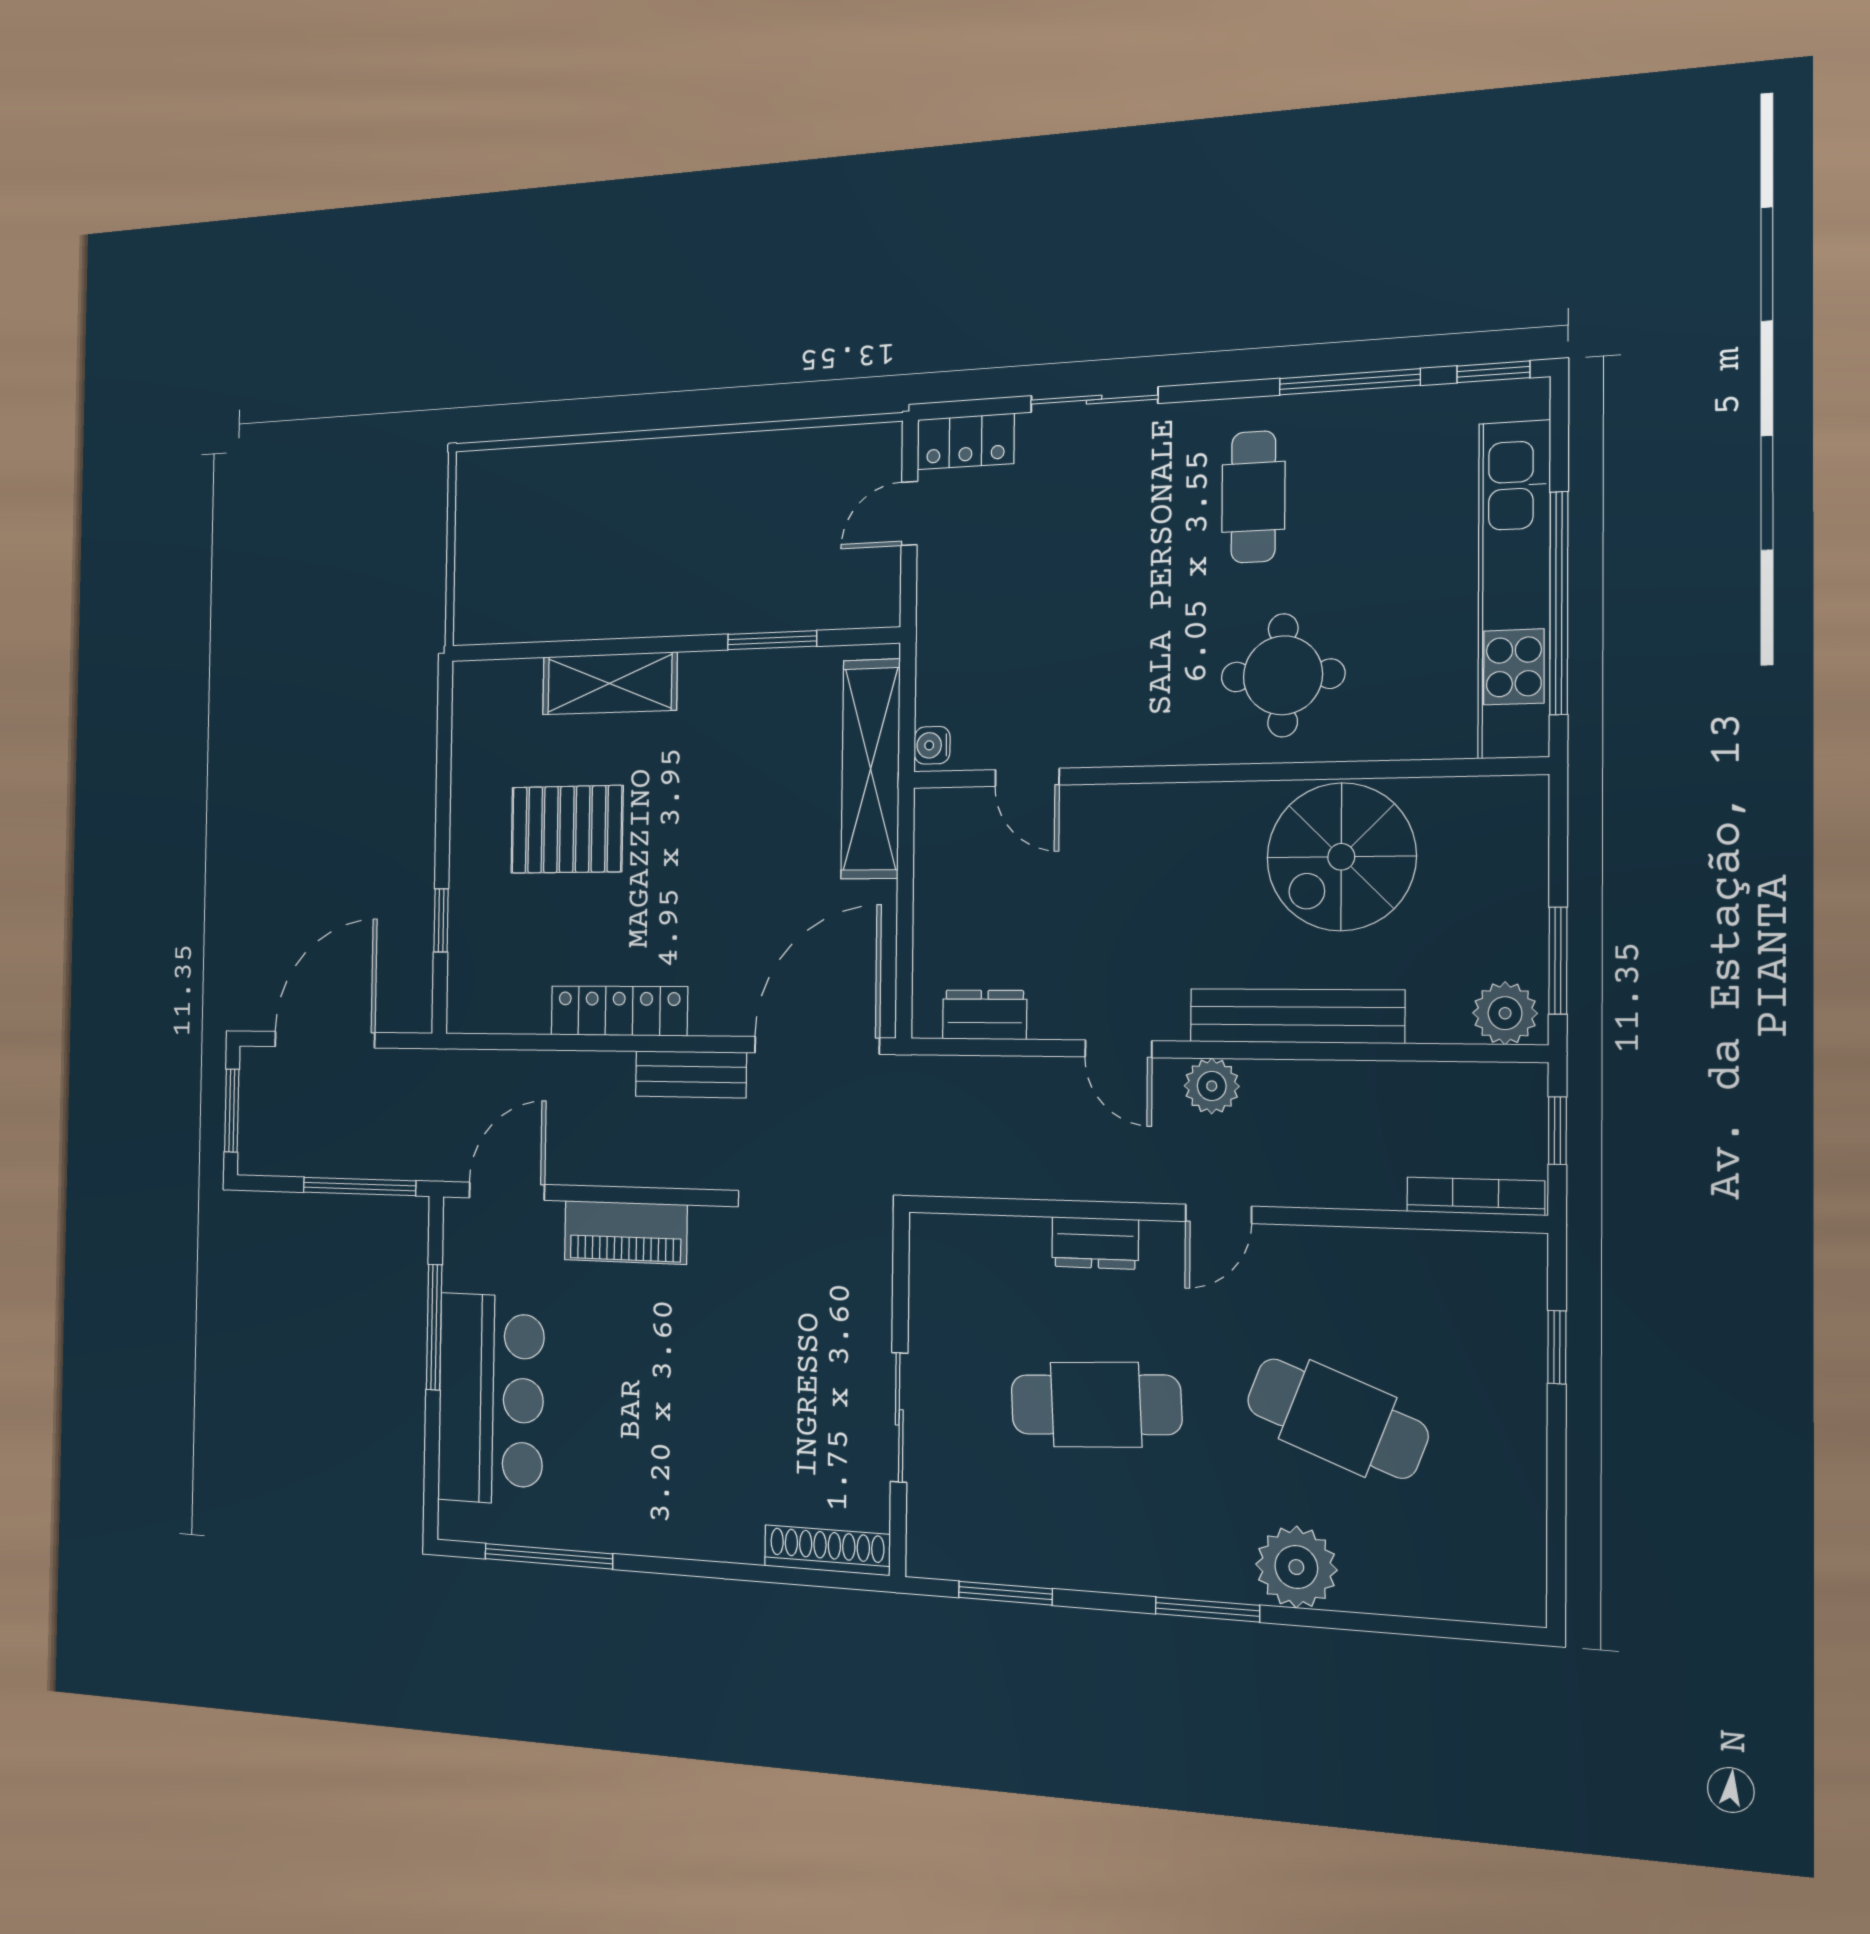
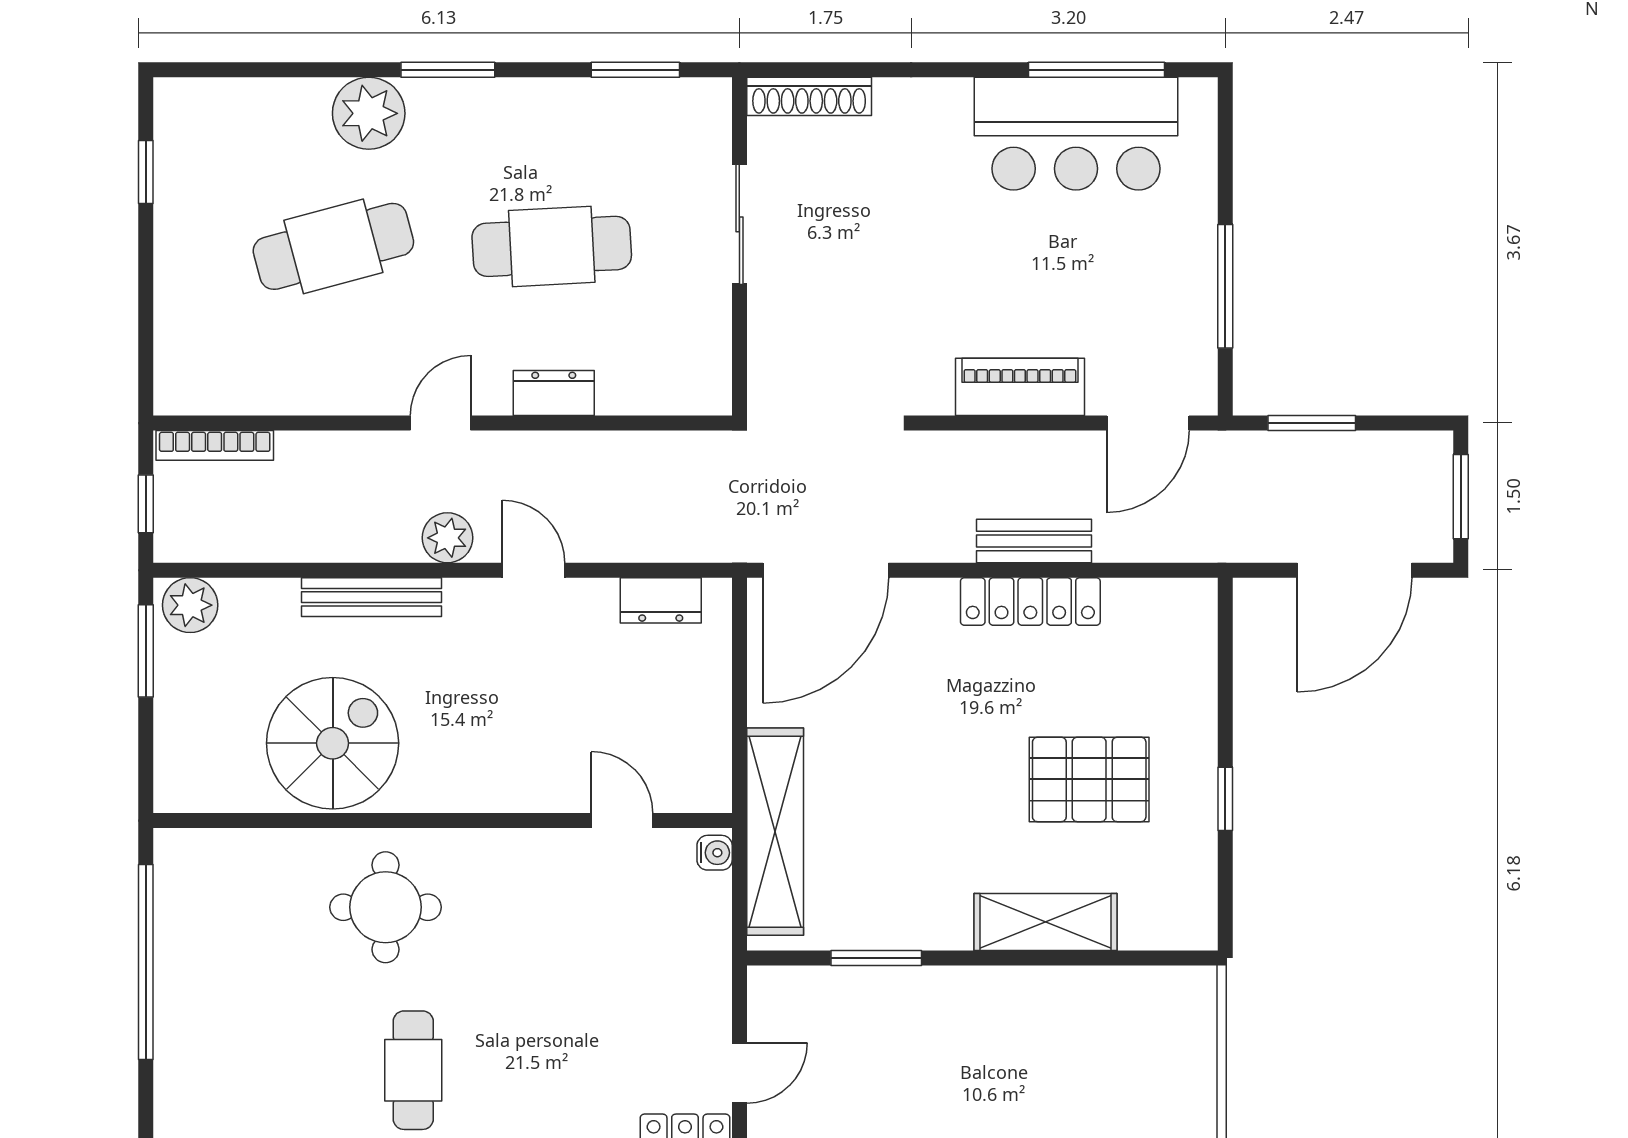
kitchen unit: (1514, 590) -> (184, 976), removed
window: (441, 920) -> (1225, 799), moved
bench: (1297, 1016) -> (371, 597), width x0.73, depth x0.82
bench: (691, 1074) -> (1034, 541), moved
window: (359, 1187) -> (1312, 423), width x0.69
window: (1557, 1347) -> (146, 172), moved
bar counter: (491, 1399) -> (1076, 134), moved, turned -90
cafe table: (1337, 1418) -> (333, 246), turned -36

